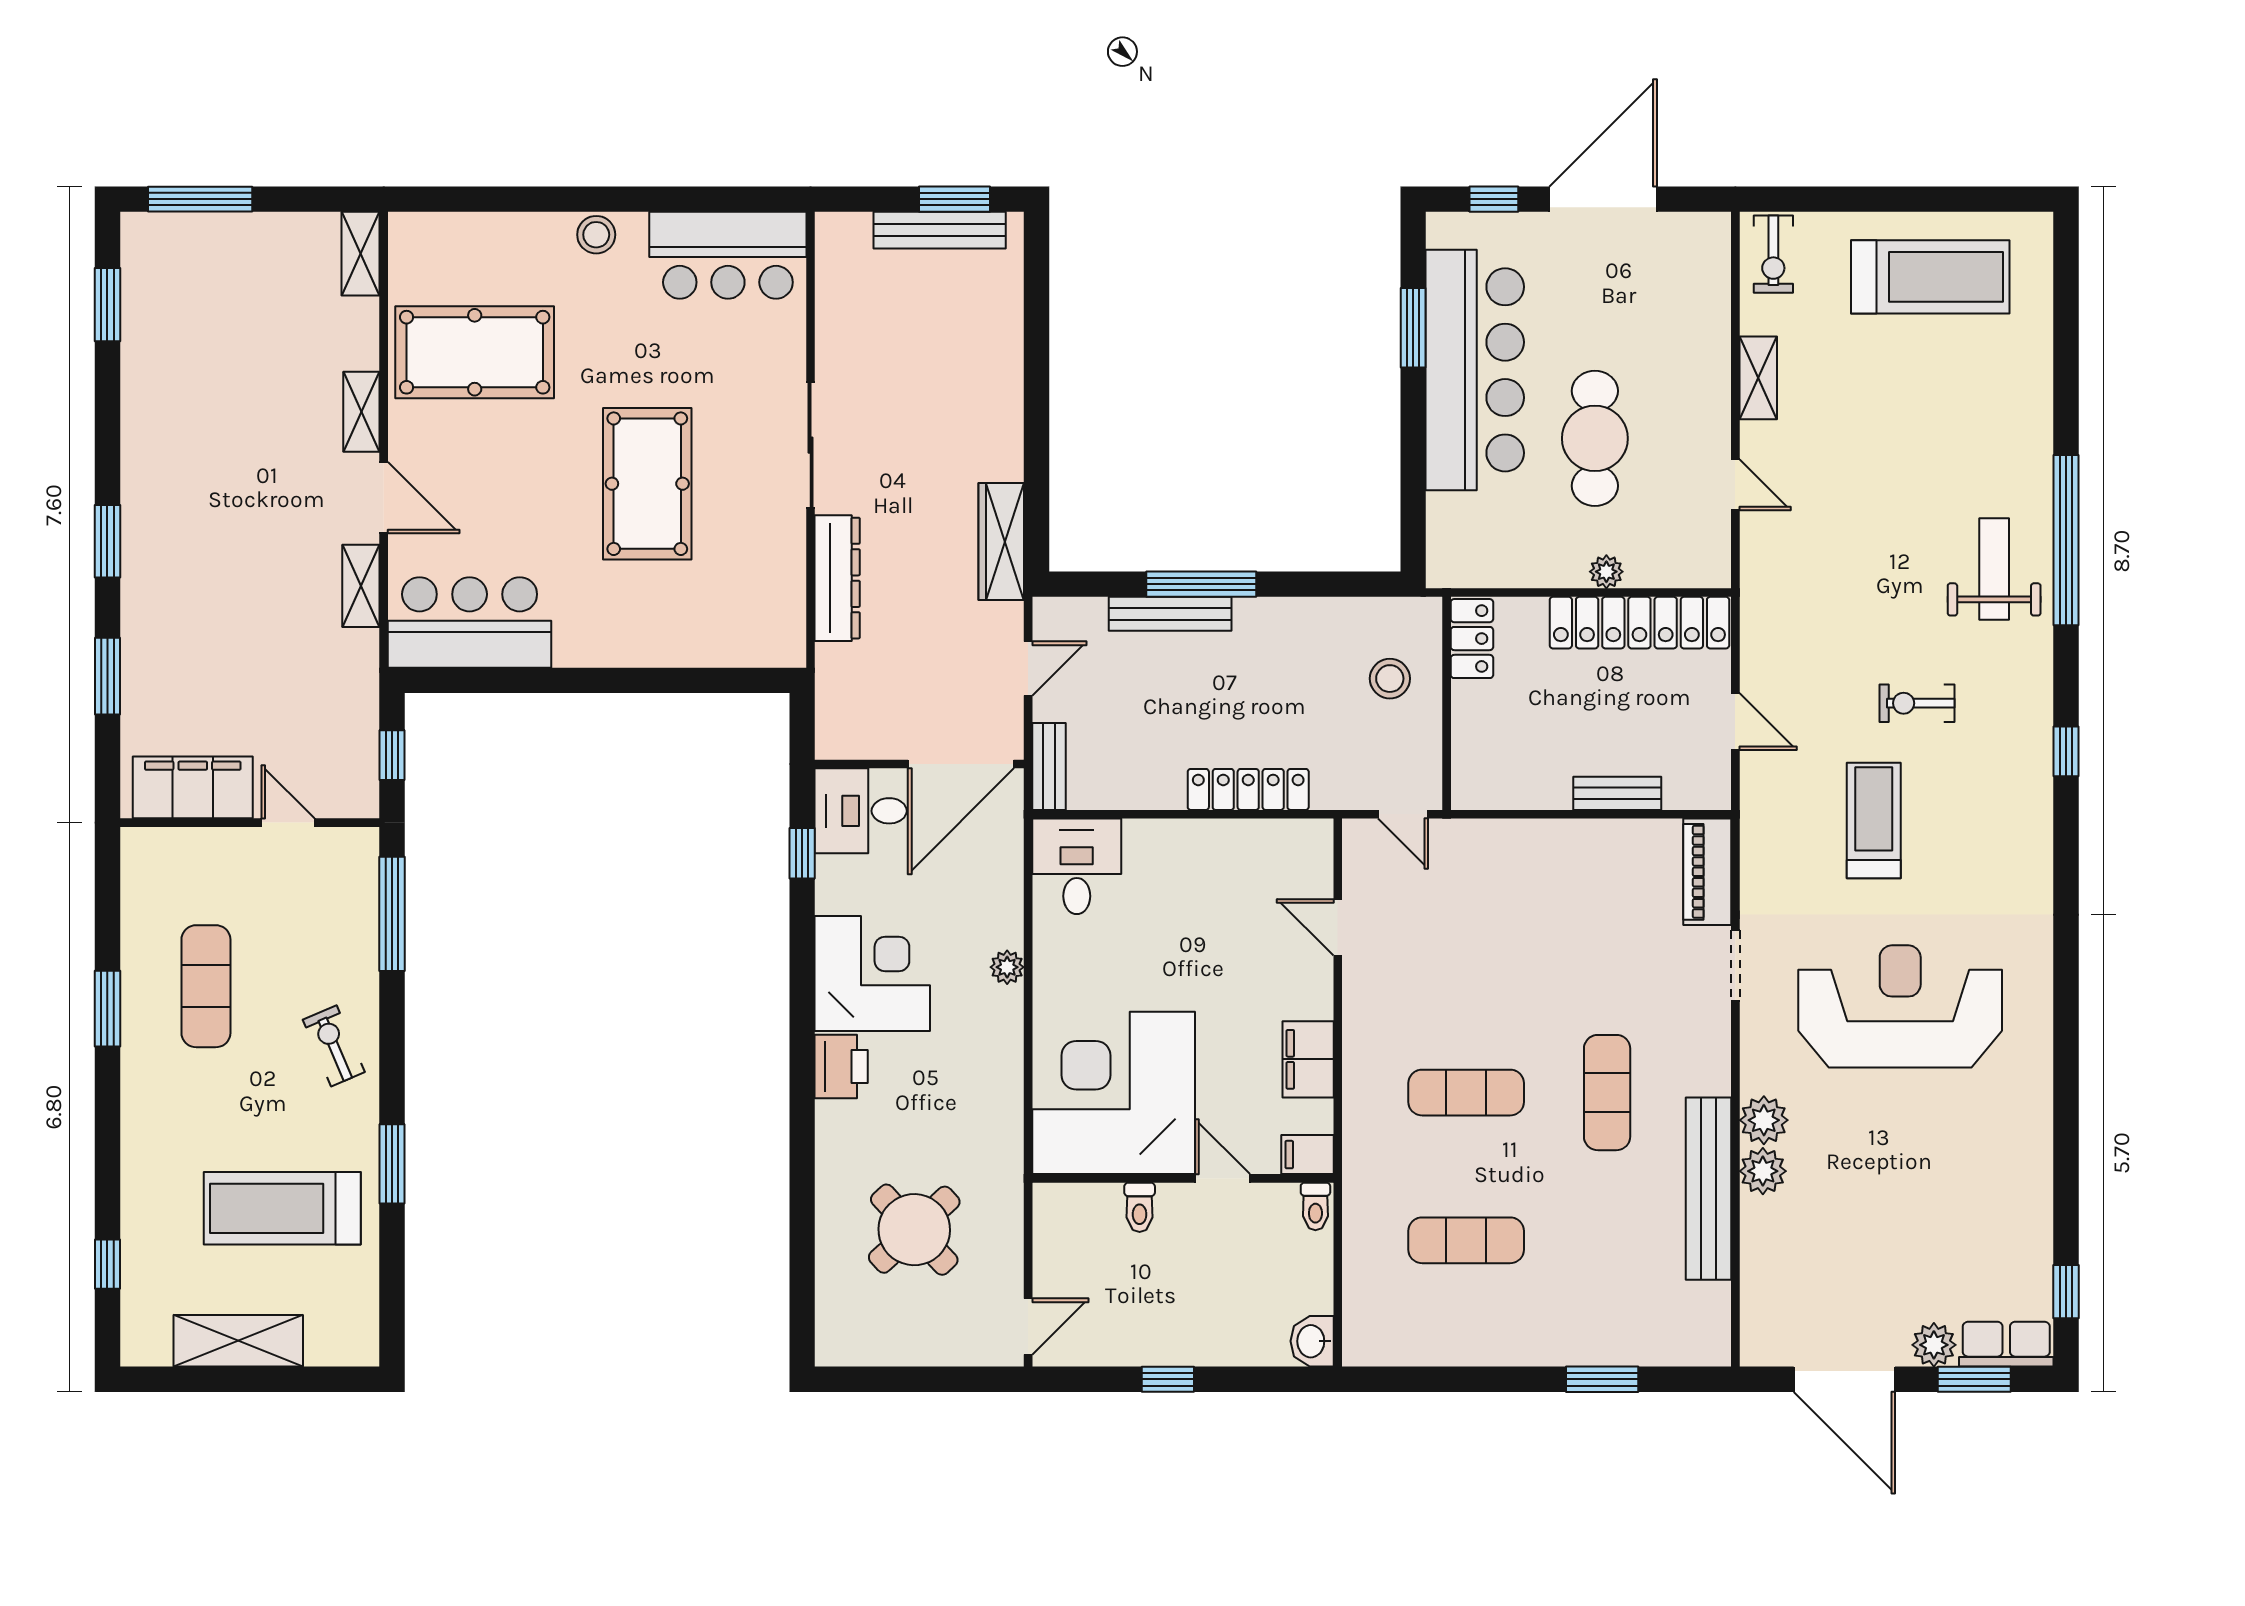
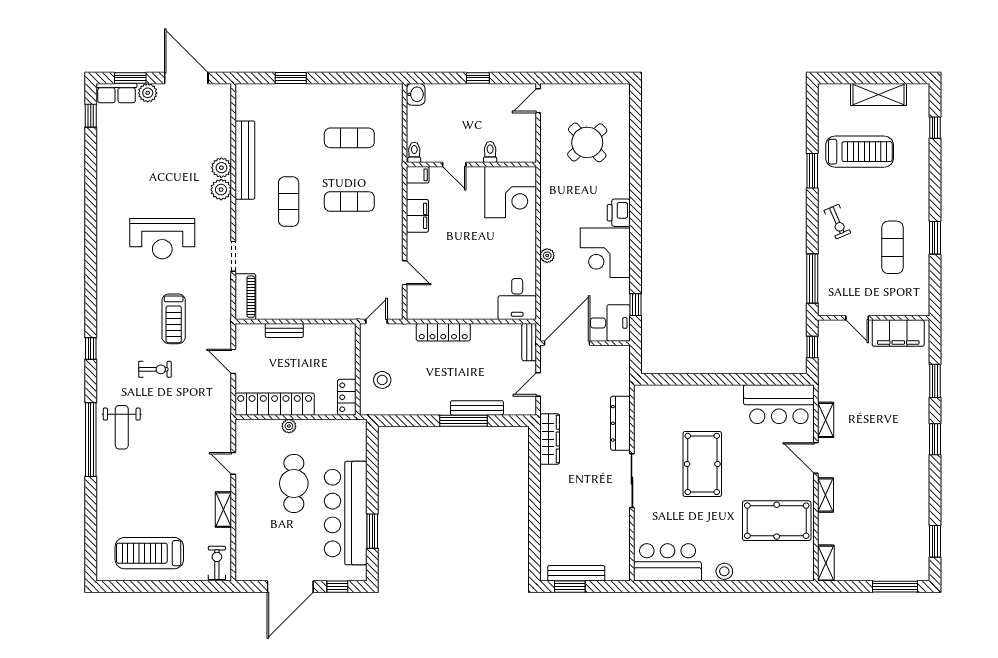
door: (1403, 814) -> (377, 321), hinge flipped
reception desk: (1900, 1006) -> (162, 239), width x0.74, depth x0.77
corner desk: (1114, 1093) -> (511, 192), width x0.74, depth x0.74

